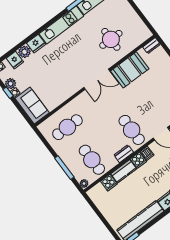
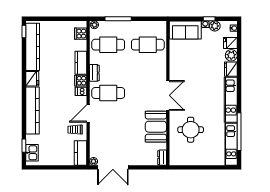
double door: (97, 79) -> (168, 95), swing flipped
cafe table: (67, 127) -> (148, 45), turned 90
cooker: (109, 183) -> (81, 34), moved

